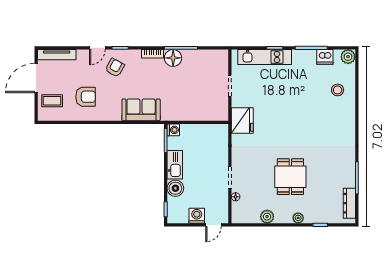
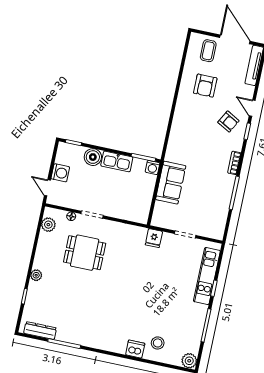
dishwasher: (325, 57) -> (135, 349), moved, turned 90
floor lamp: (173, 58) -> (226, 183), removed
sofa: (141, 110) -> (171, 183), moved
fridge: (242, 121) -> (154, 238), width x0.53, depth x0.75
dining table: (290, 177) -> (85, 253), moved
plant: (267, 217) -> (48, 225), moved

